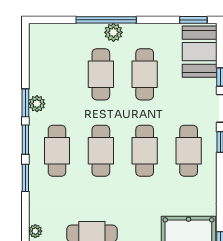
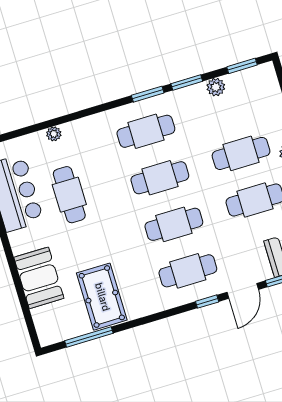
plant: (37, 104) -> (216, 87), moved
window: (25, 178) -> (242, 66), moved

